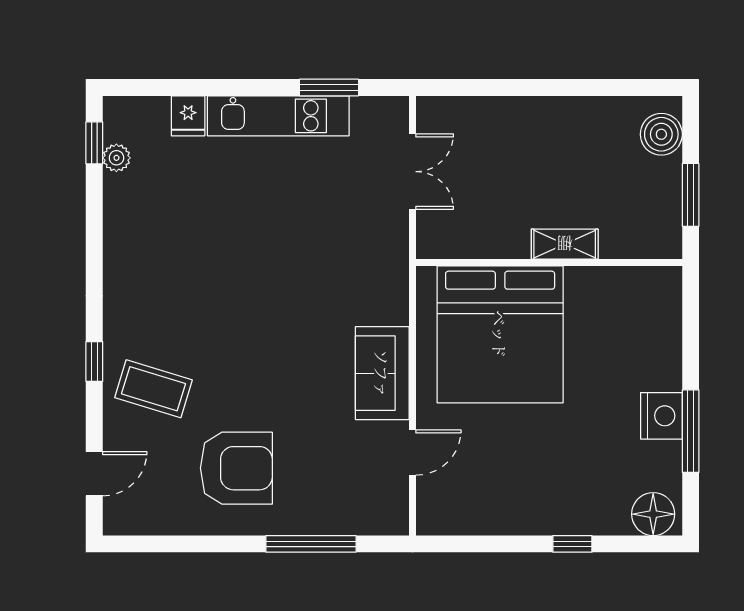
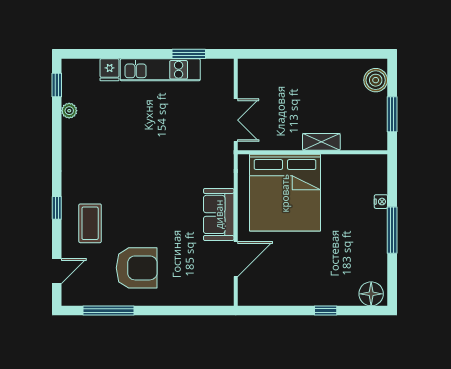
plant: (116, 158) -> (69, 111), moved
double door: (412, 172) -> (236, 120), moved
coffee table: (153, 389) -> (90, 223), turned 73
nightstand: (661, 416) -> (381, 202), moved, width x0.53, depth x0.56
window: (691, 431) -> (392, 230), moved
door: (412, 453) -> (236, 259), width x1.38
window: (311, 544) -> (108, 311), moved

